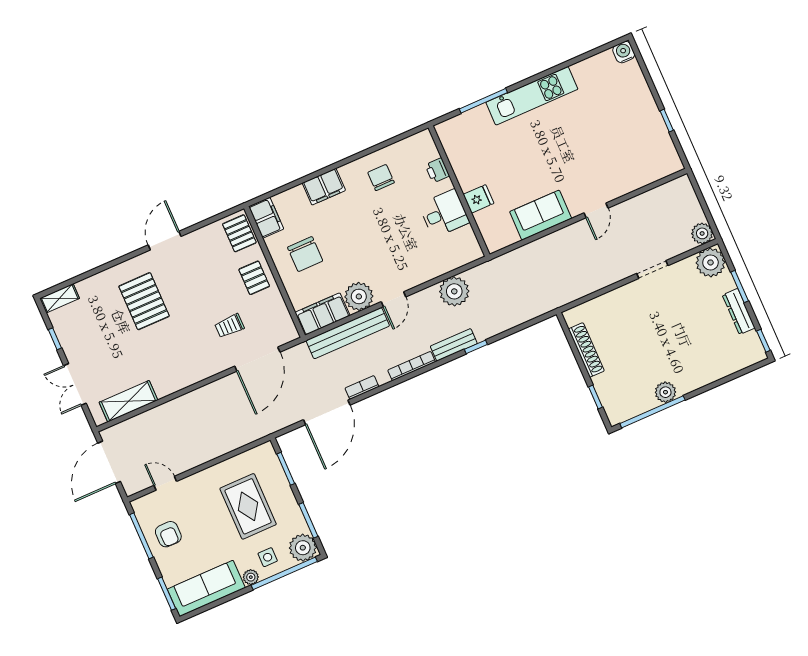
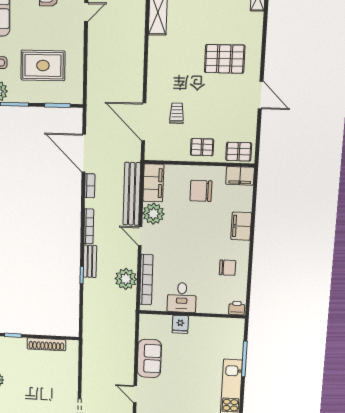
printer: (437, 170) -> (237, 308), moved
bookcase: (443, 266) -> (146, 280), added

